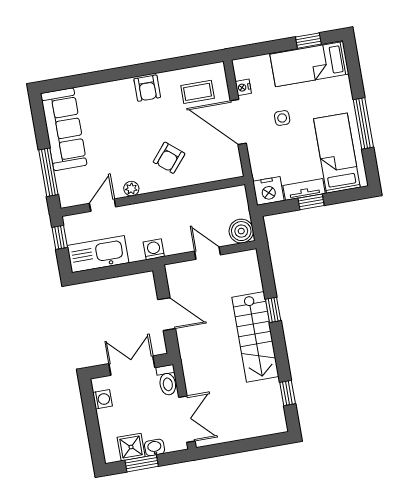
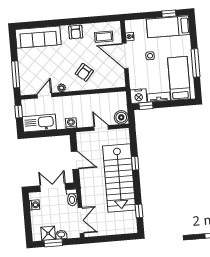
sofa: (64, 129) -> (38, 37), moved, turned 90
window: (311, 202) -> (146, 106), moved
stairs: (255, 337) -> (119, 178), width x1.36, depth x1.51

